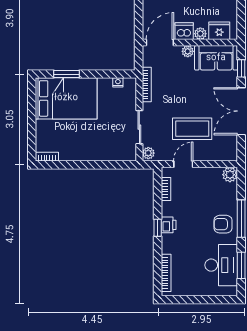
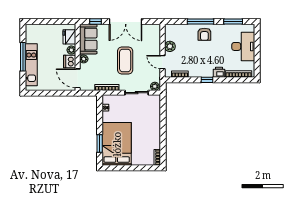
coffee table: (192, 129) -> (125, 61), moved
plant: (230, 175) -> (170, 46), moved
printer: (169, 225) -> (219, 72), moved
desk: (221, 265) -> (243, 46), moved, turned 90

